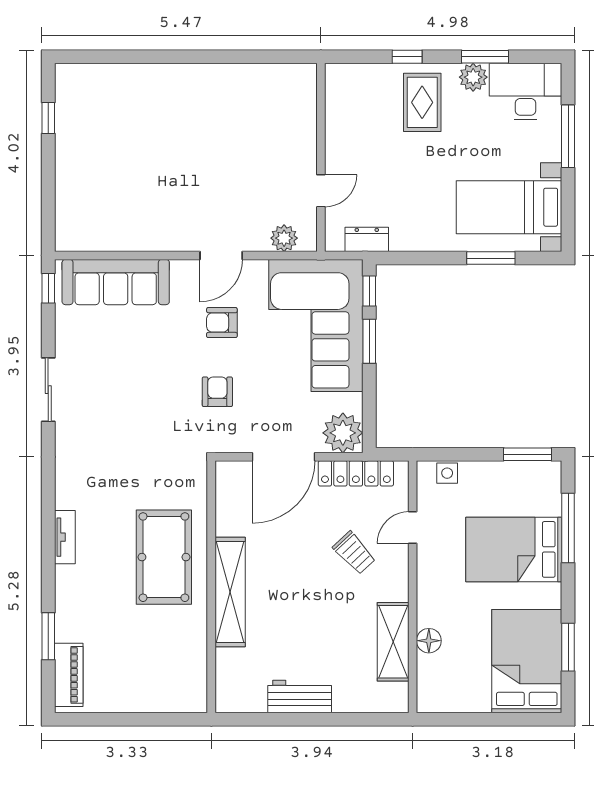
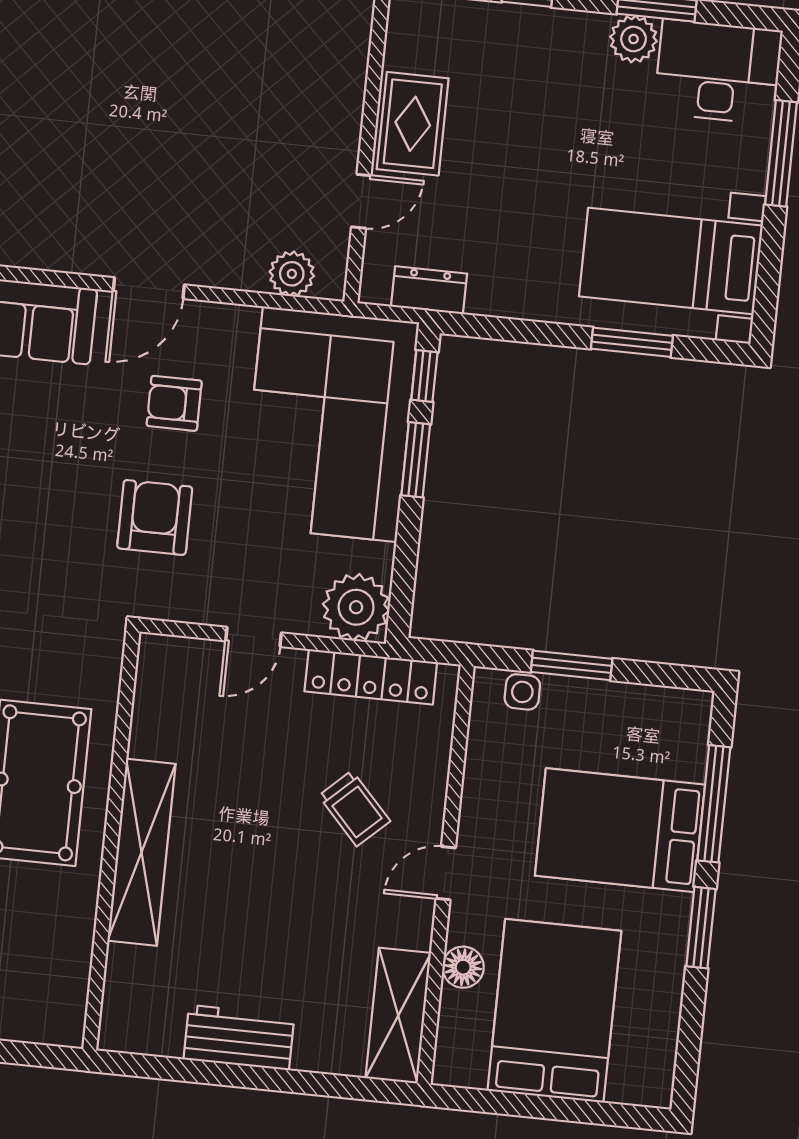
rug: (422, 102) -> (413, 124), moved
door: (221, 255) -> (149, 288), moved
armchair: (217, 392) -> (155, 517), width x1.38, depth x1.38
window: (527, 454) -> (572, 665), moved
door: (284, 457) -> (253, 637), width x0.53
door: (413, 528) -> (446, 873), moved
shelving: (393, 642) -> (398, 1016), moved
window: (568, 647) -> (701, 928), moved
bed: (527, 661) -> (554, 1011), moved

